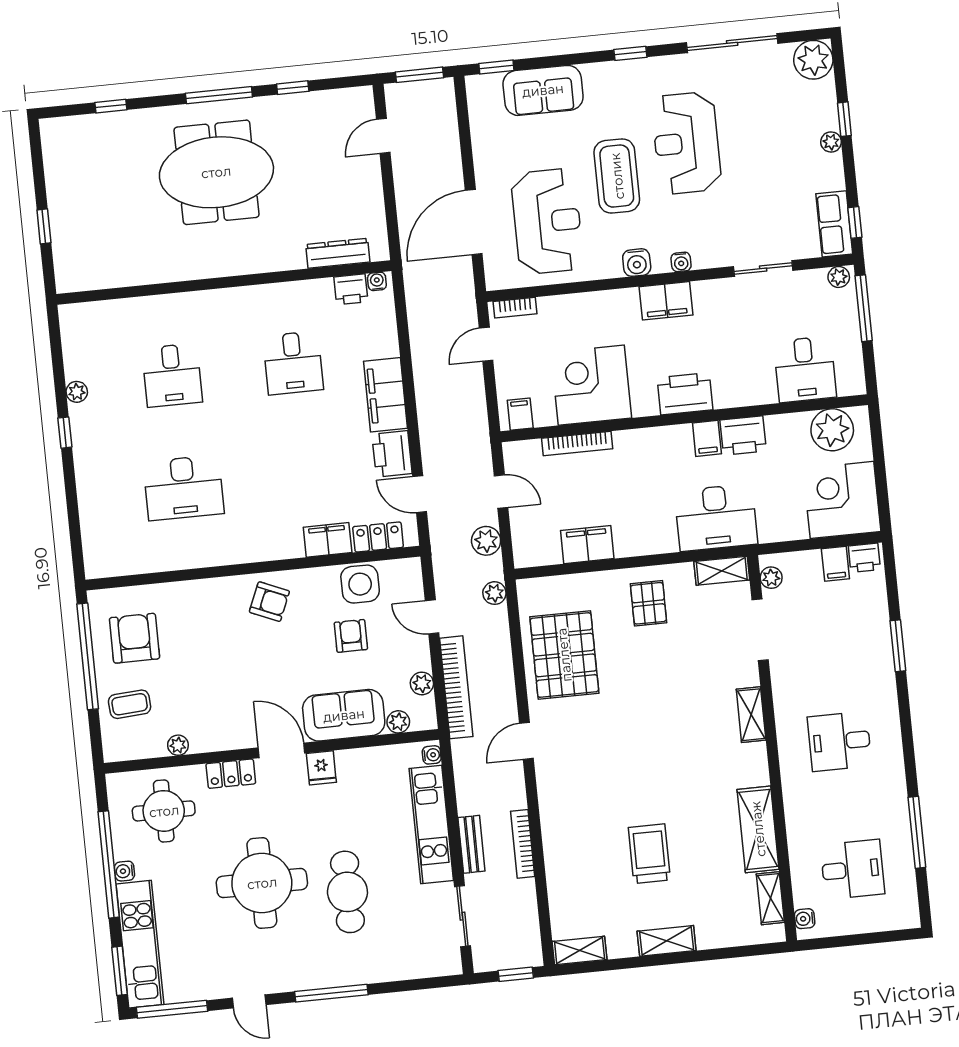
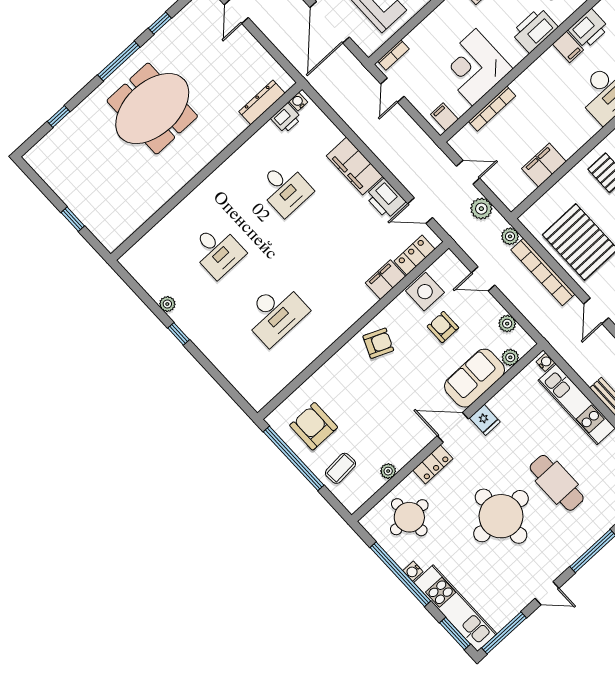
bookcase: (456, 687) -> (543, 272), moved, turned 180

